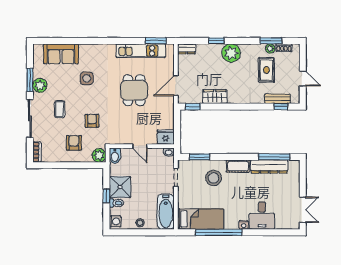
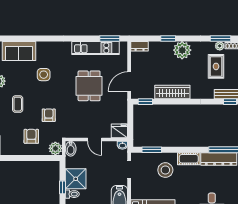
wardrobe: (215, 97) -> (172, 92), width x1.50

